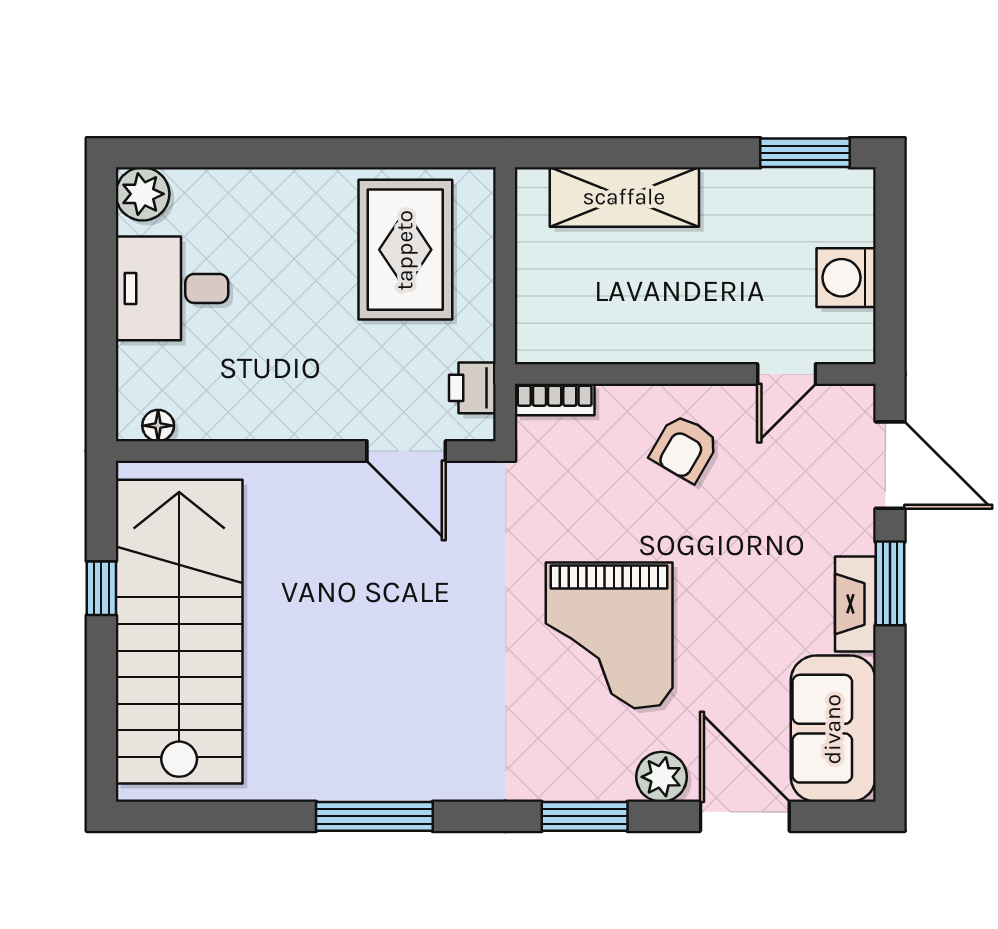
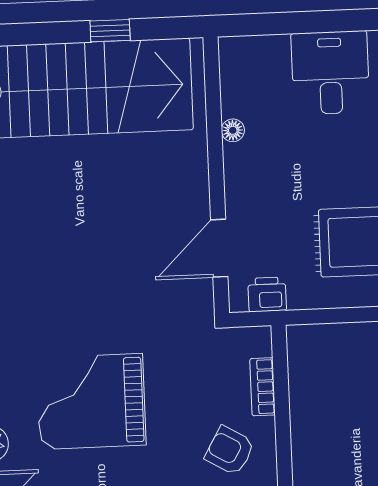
bookcase: (555, 399) -> (263, 387), moved
floor lamp: (158, 426) -> (233, 130), moved

